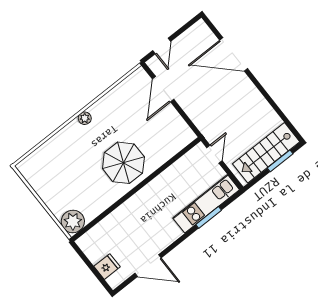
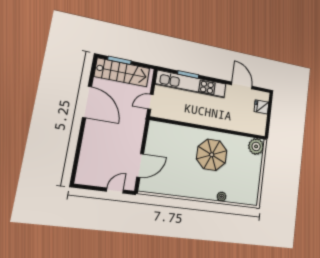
door: (234, 54) -> (87, 102), moved
plant: (85, 118) -> (221, 197), moved
parasol: (123, 163) -> (212, 155), moved
kitchen unit: (206, 204) -> (191, 84), width x1.36

